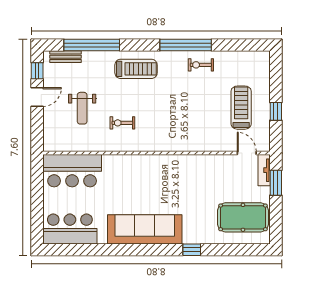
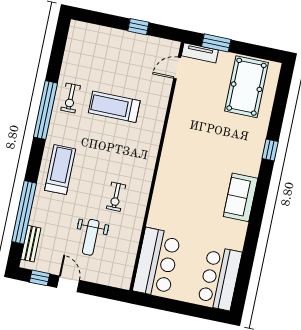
weight bench: (82, 108) -> (91, 237), turned 90
treadmill: (241, 108) -> (114, 107), moved
sofa: (145, 229) -> (241, 197), width x0.54, depth x0.79

